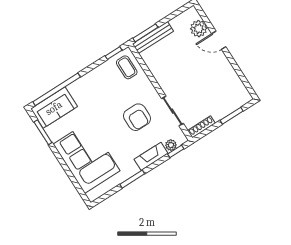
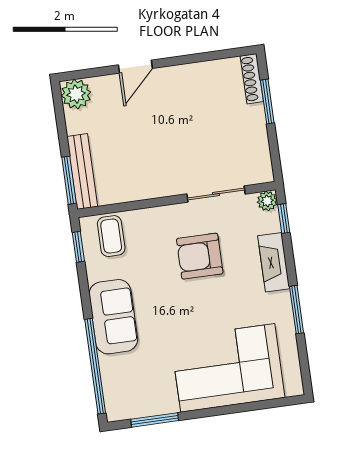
plant: (199, 29) -> (76, 94), moved
coffee table: (127, 67) -> (111, 236), turned 90
sofa: (54, 108) -> (113, 317), moved
armchair: (137, 117) -> (200, 256), turned 180
shoe rack: (201, 127) -> (252, 79), moved
plant: (171, 145) -> (267, 201), moved

